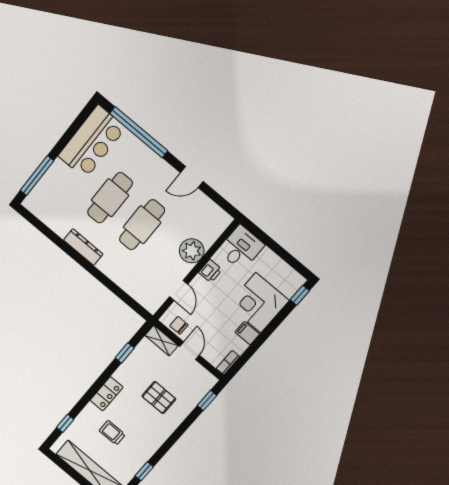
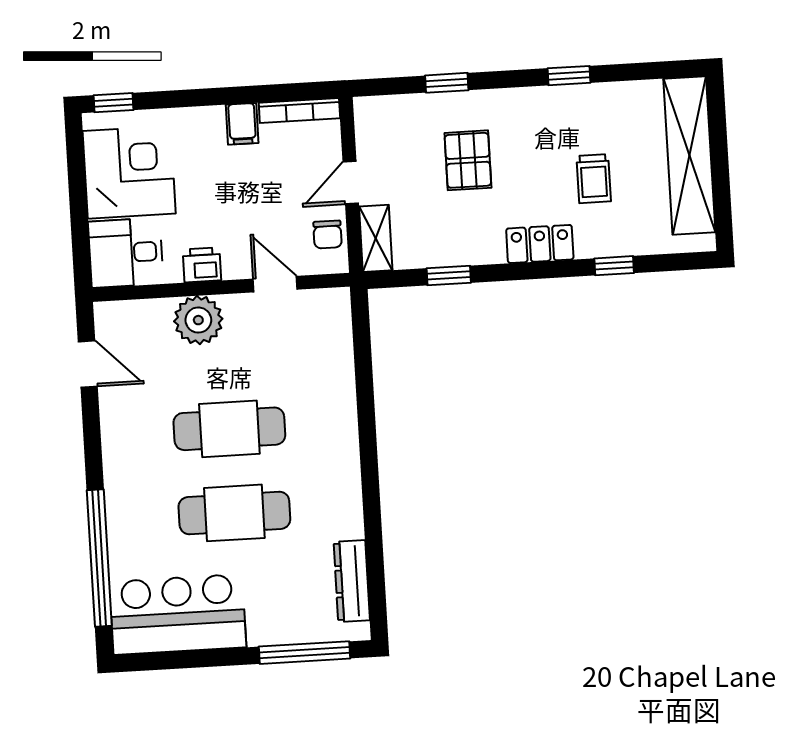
door: (192, 177) -> (88, 364), moved
dresser: (83, 247) -> (352, 581), moved
door: (179, 290) -> (275, 284), hinge flipped
corner desk: (258, 303) -> (129, 172), moved, turned -90
bookcase: (228, 363) -> (299, 110), width x1.56
window: (207, 400) -> (447, 83), moved
window: (65, 423) -> (614, 266), moved
window: (144, 471) -> (569, 76), moved

